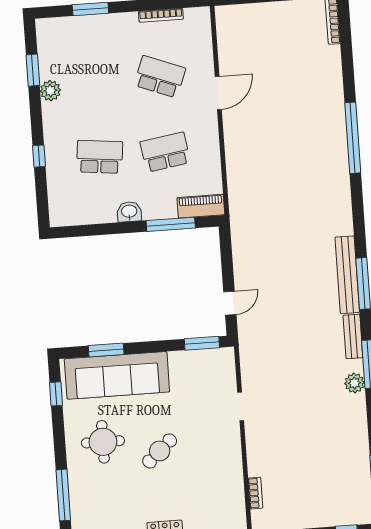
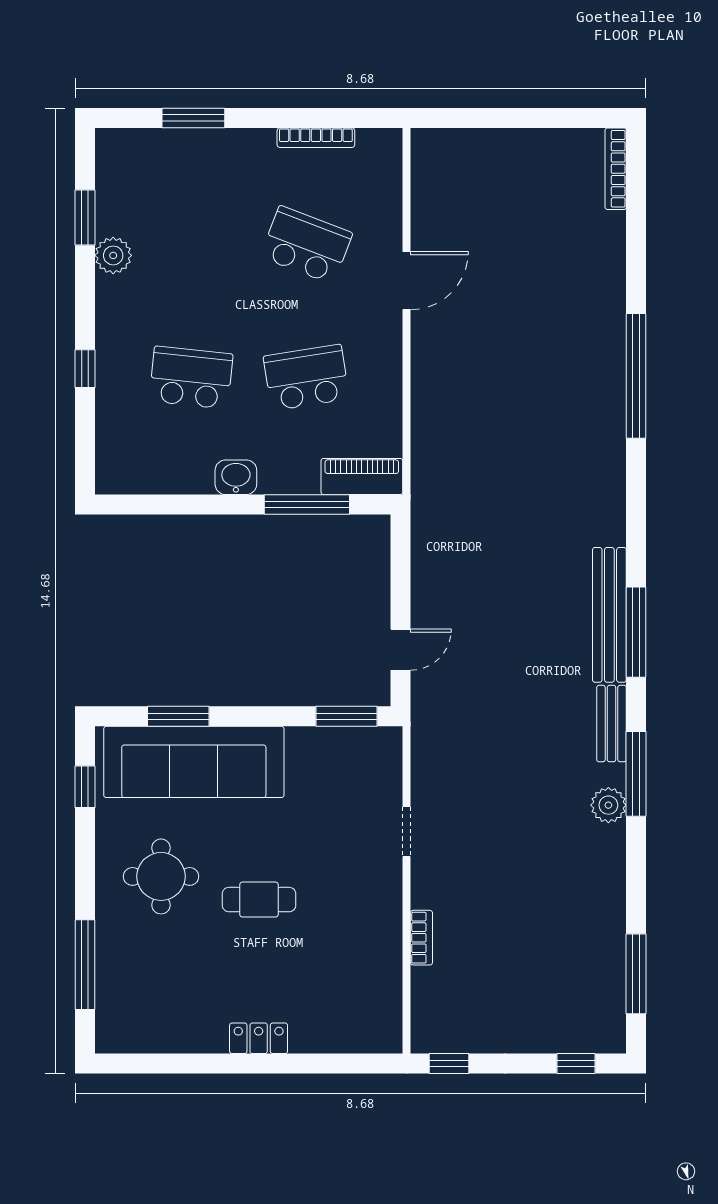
cafe table: (160, 451) -> (259, 900), turned 42
bookcase: (255, 493) -> (421, 938), moved

